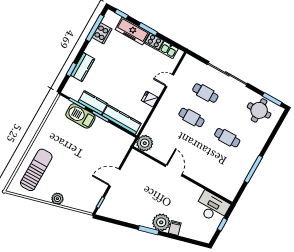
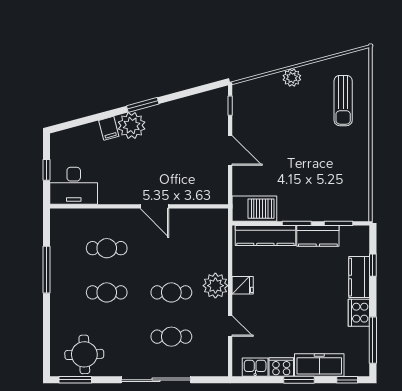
cooker: (102, 33) -> (359, 313), moved
door: (169, 80) -> (230, 326), hinge flipped
barbecue: (80, 116) -> (254, 209), moved
plant: (145, 143) -> (215, 286), moved
cafe table: (213, 162) -> (107, 248), added
sun lounger: (36, 170) -> (343, 101), width x0.73, depth x0.75
door: (114, 178) -> (230, 151), hinge flipped

